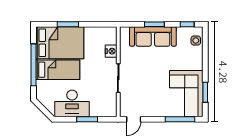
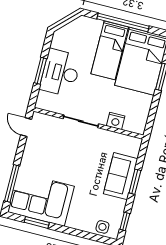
sofa: (153, 36) -> (121, 176), width x0.73
desk: (72, 103) -> (60, 73), moved

